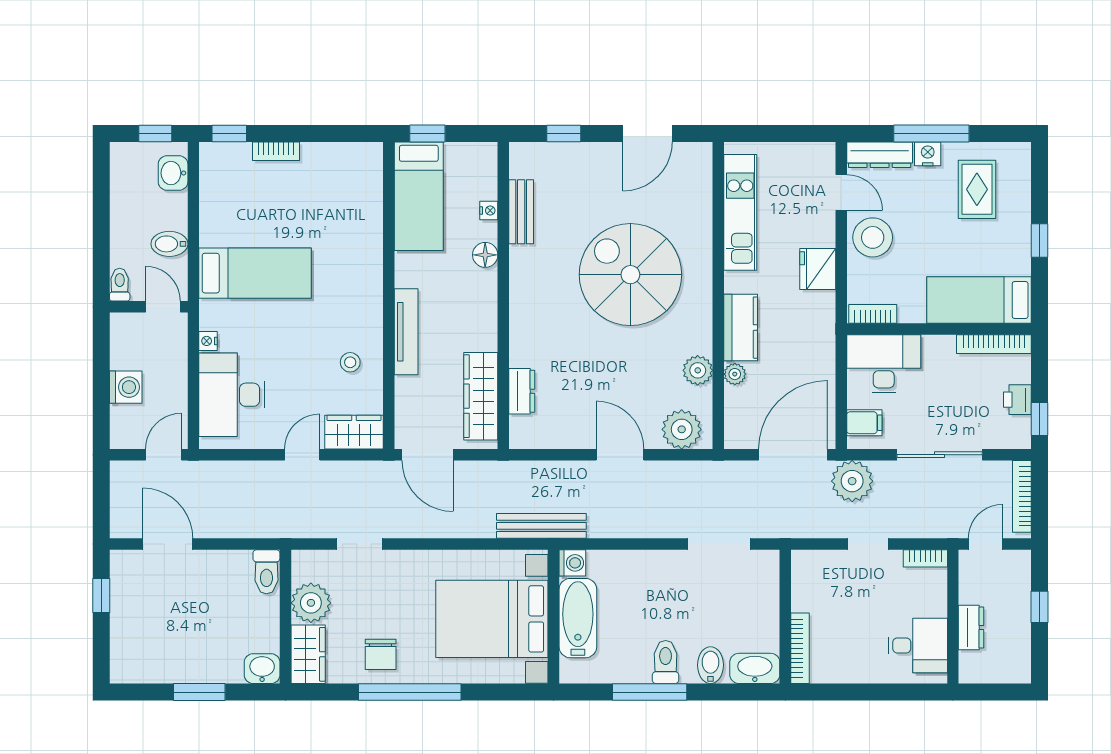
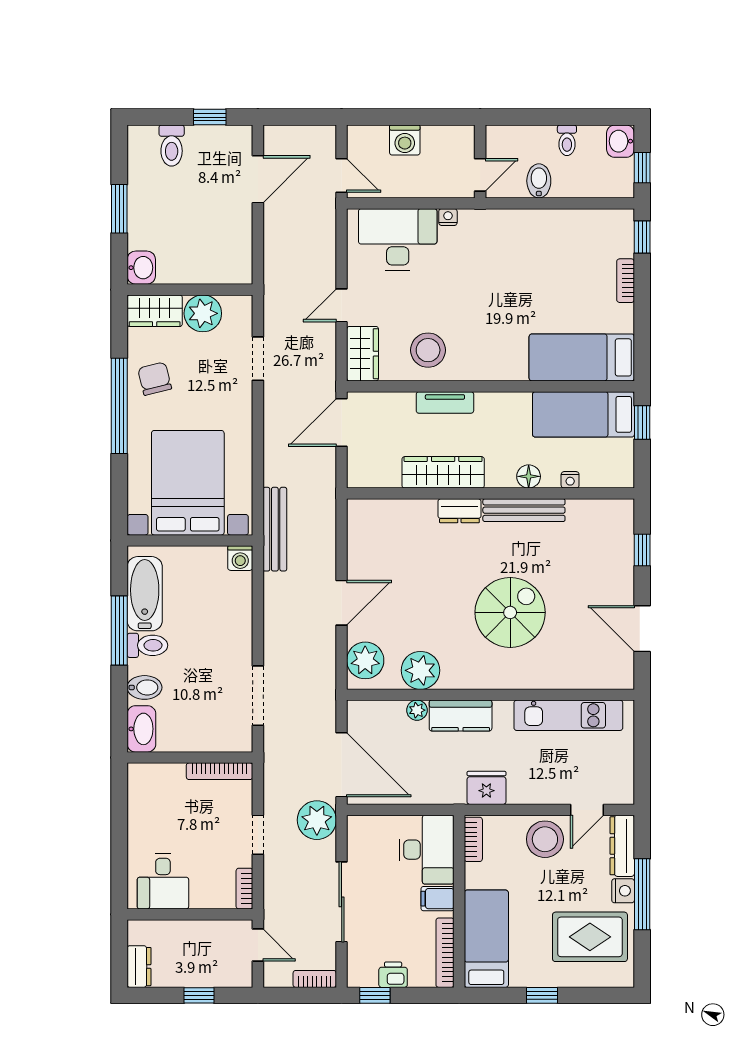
washbasin: (173, 173) -> (621, 141), moved, turned -90
rug: (977, 189) -> (590, 937), width x1.36, depth x1.43
bench: (521, 212) -> (524, 510), moved, width x1.36
fridge: (818, 269) -> (486, 788), moved
bed: (255, 273) -> (582, 357), moved, turned 90
spiral stairs: (630, 275) -> (510, 612), width x0.73, depth x0.73
toilet: (120, 285) -> (567, 140), moved, turned 90
tv unit: (406, 332) -> (445, 402), width x0.71
stool: (350, 362) -> (428, 350), width x1.89, depth x1.89
plant: (698, 370) -> (420, 670), width x1.36, depth x1.36
dresser: (522, 391) -> (459, 511), moved
wardrobe: (481, 396) -> (443, 472), moved
filing cabinet: (864, 423) -> (437, 899), moved, turned 90
door: (302, 455) -> (342, 305), swing flipped
bookcase: (1022, 496) -> (315, 979), width x0.64
toilet: (266, 572) -> (172, 146), moved, turned -90
bathtub: (578, 618) -> (145, 594), moved, turned -90
dresser: (971, 628) -> (139, 967), moved, turned -90
bookcase: (800, 648) -> (220, 771), moved
chair: (381, 654) -> (155, 379), turned 76

